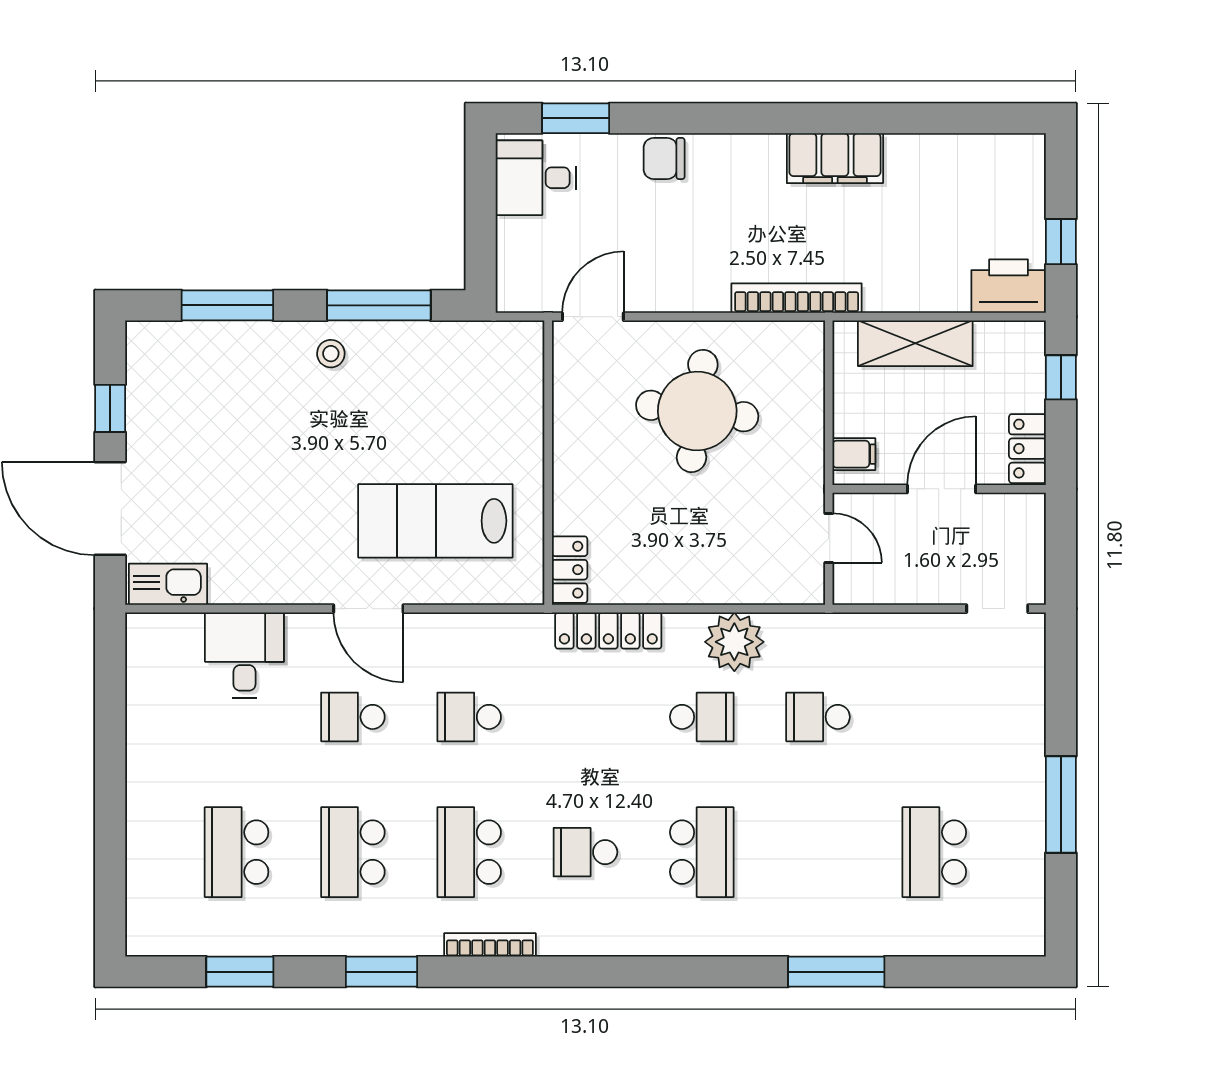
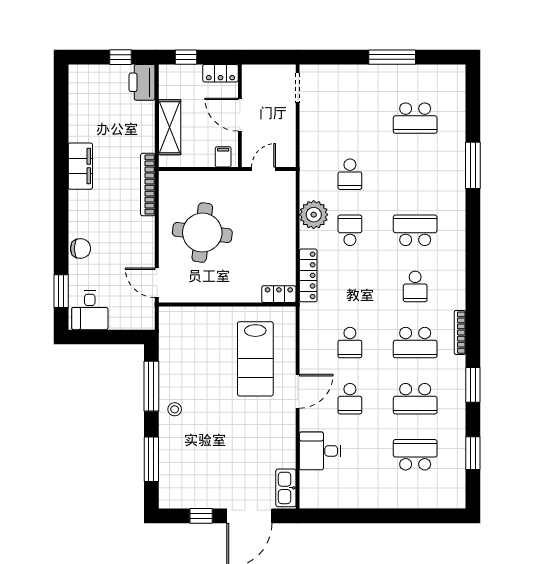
chair: (664, 158) -> (80, 248), turned -90
school desk: (237, 852) -> (415, 455), turned 180

